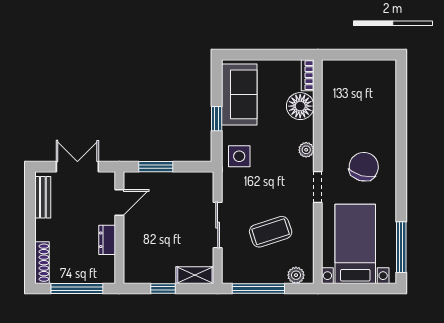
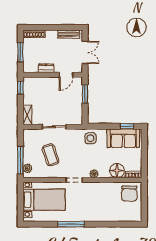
window: (217, 119) -> (127, 126), moved
chair: (364, 167) -> (129, 194), moved, turned 74
door: (119, 203) -> (66, 75), hinge flipped
window: (401, 247) -> (71, 224), moved
window: (77, 288) -> (20, 52), width x0.69
window: (163, 288) -> (20, 88), moved
window: (258, 288) -> (20, 160), moved

